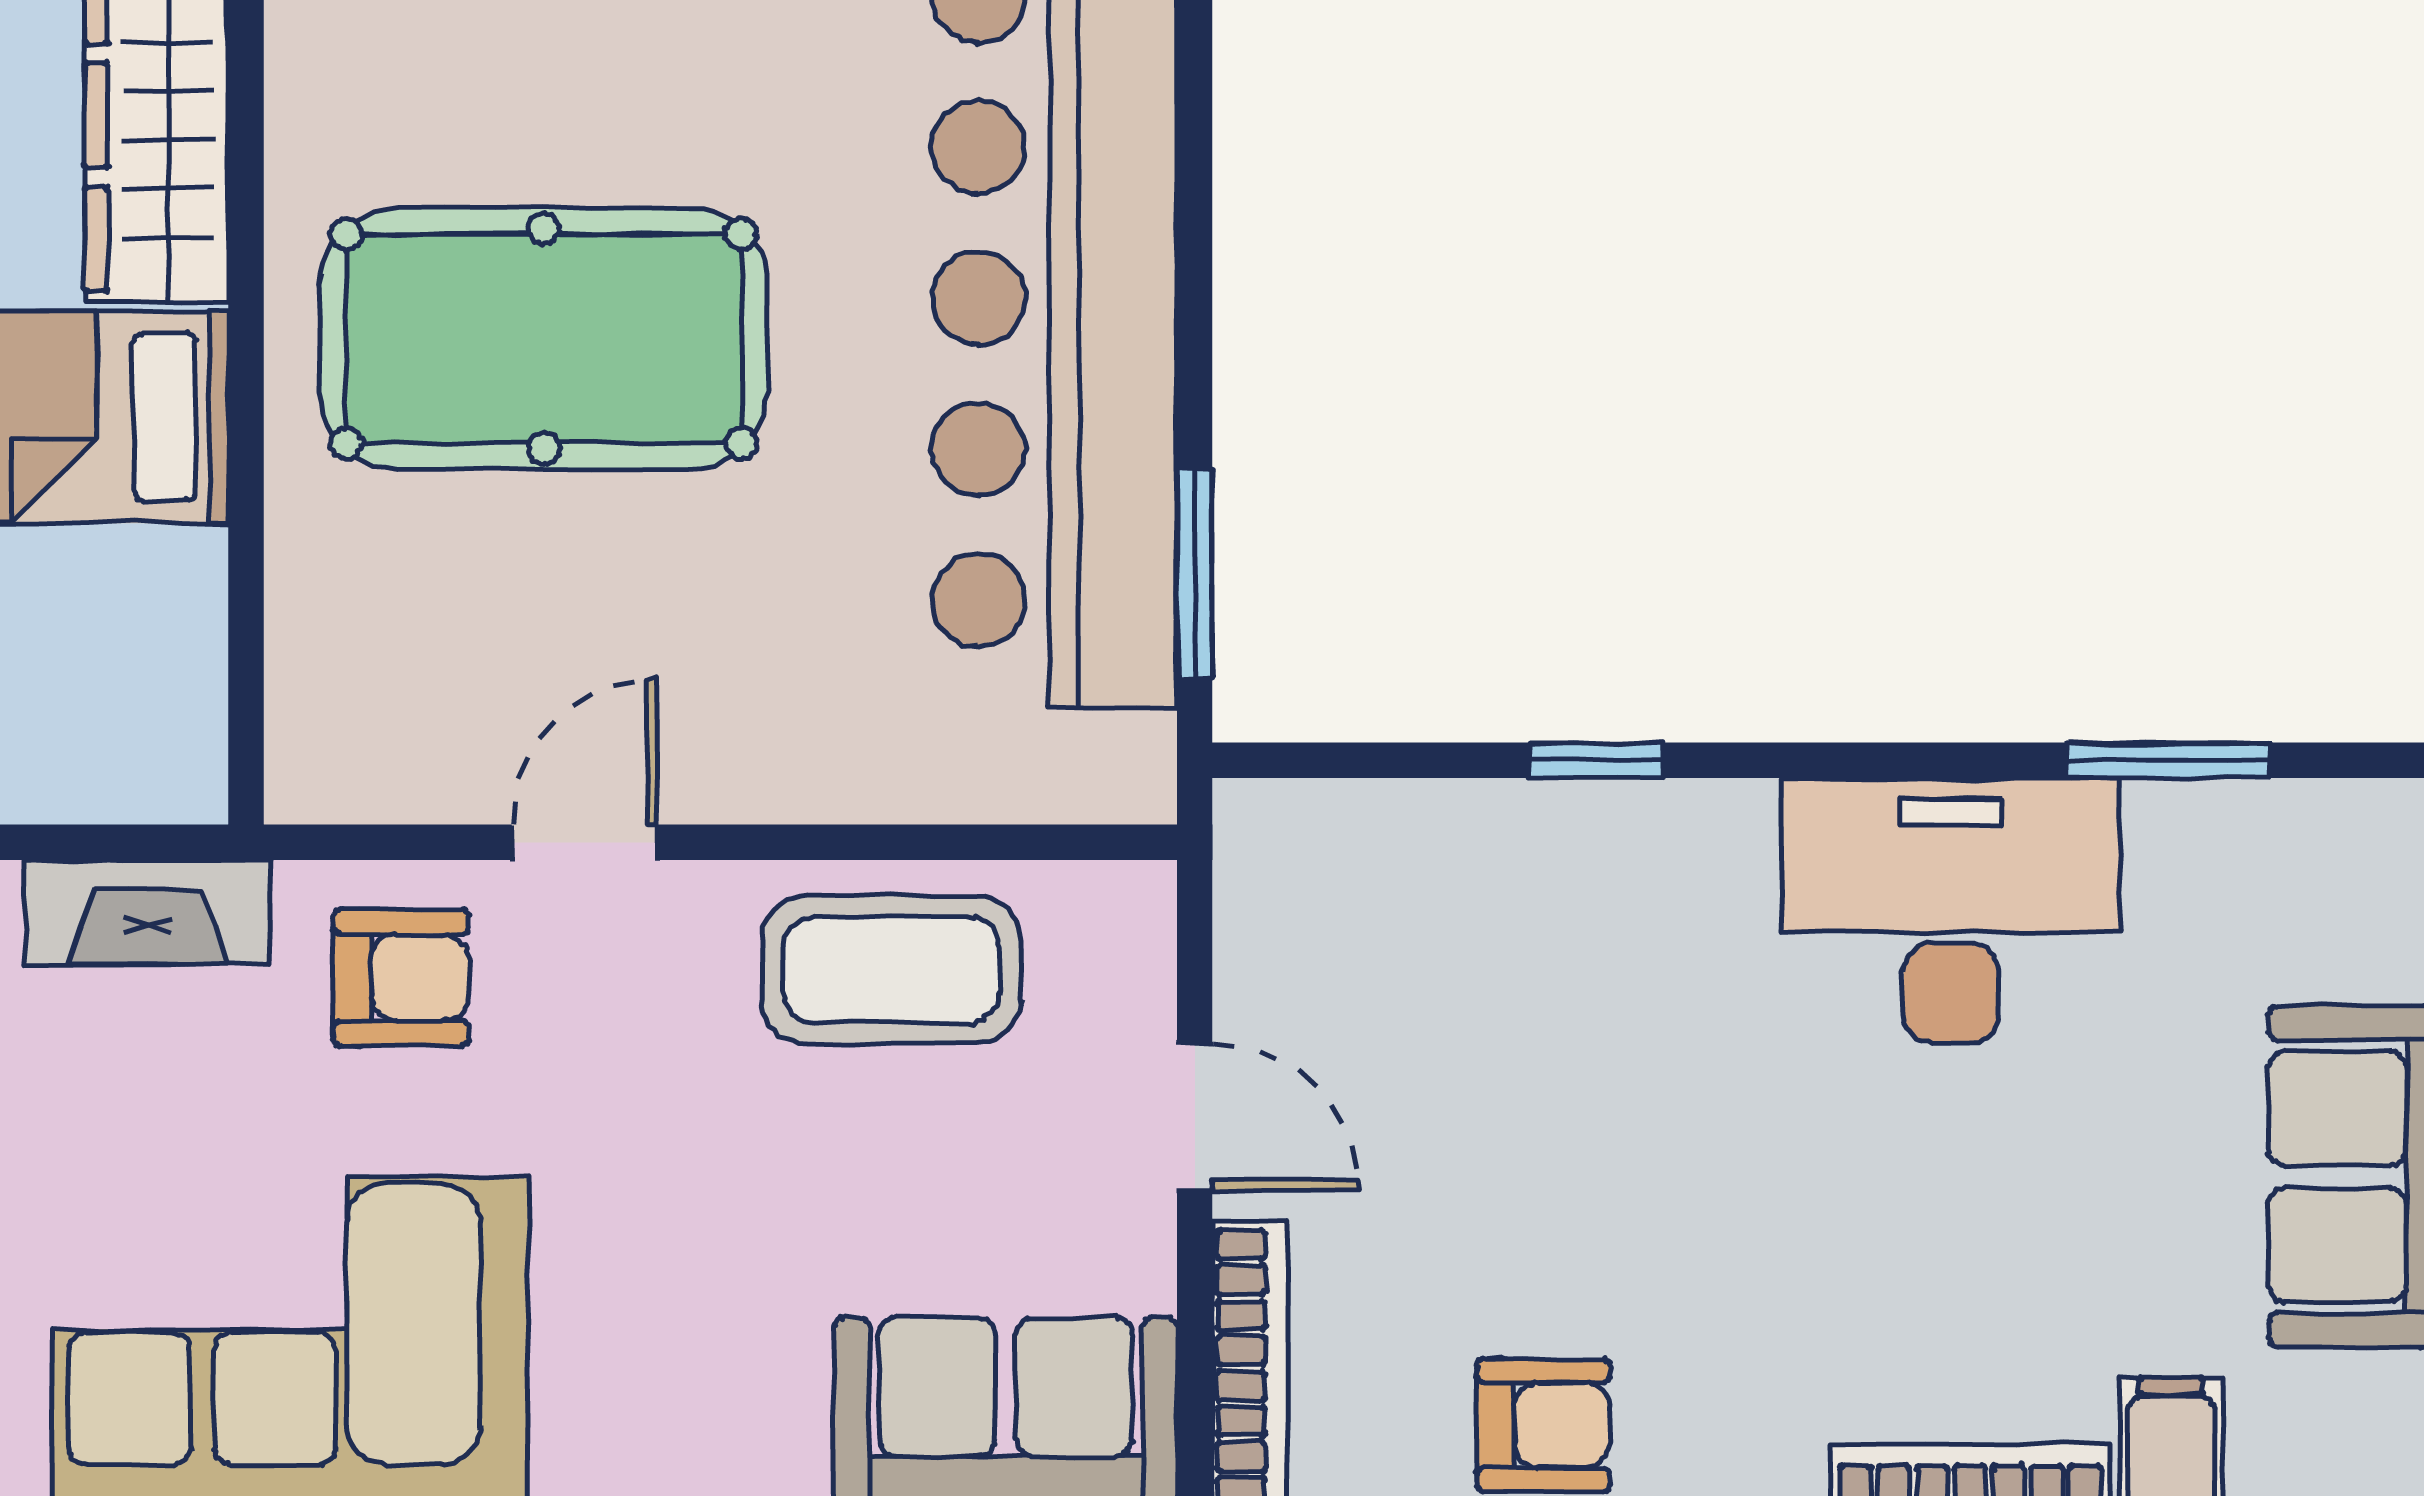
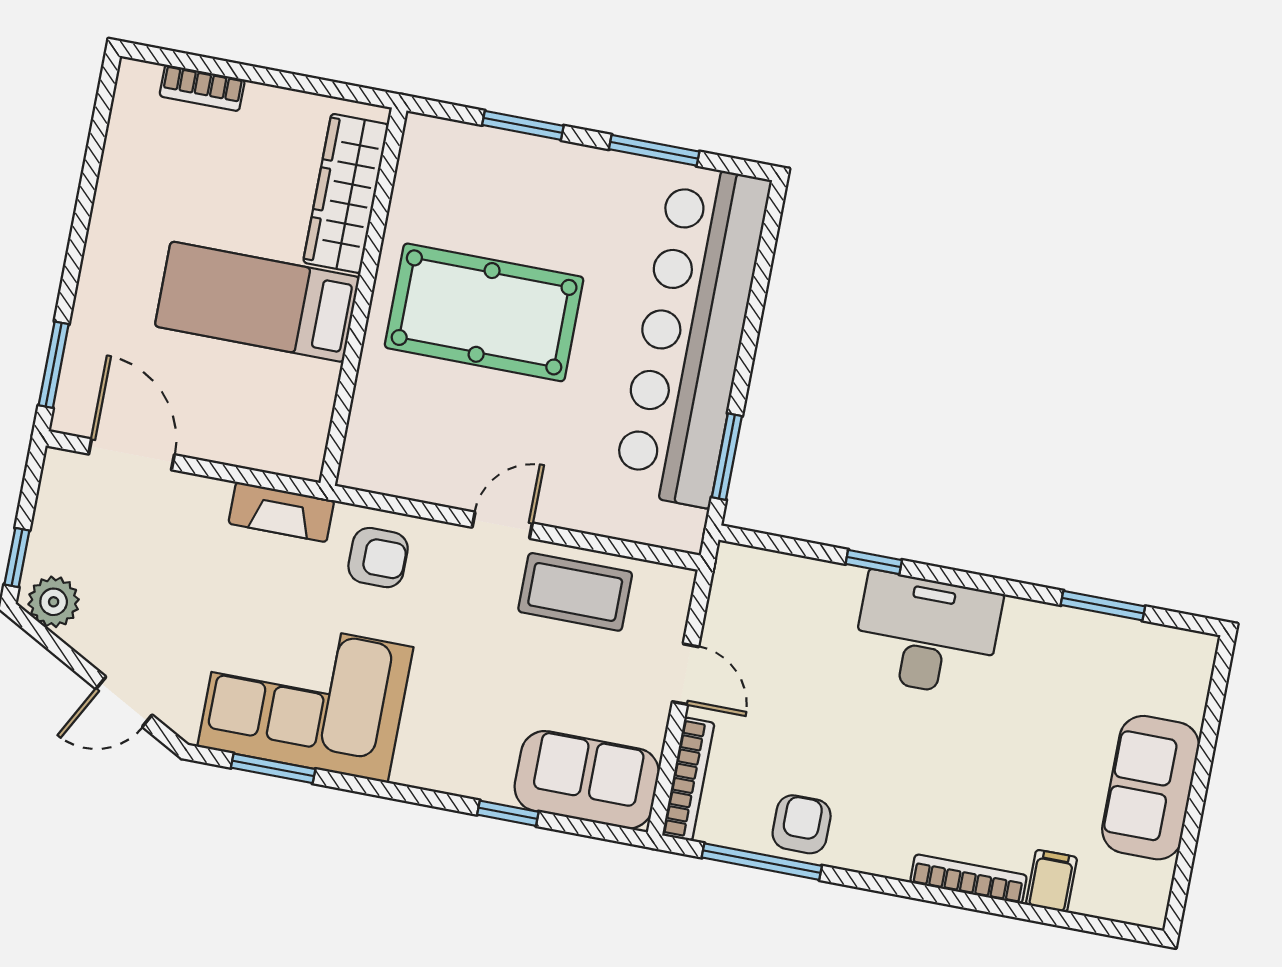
door: (585, 842) -> (502, 525), moved
desk: (1951, 911) -> (927, 635), moved
armchair: (1543, 1425) -> (802, 824), turned -90

